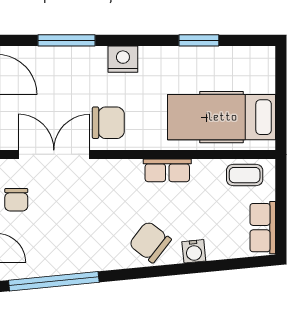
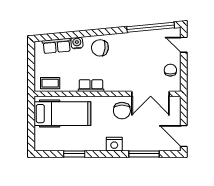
chair: (108, 123) -> (122, 111), turned -90
row of seats: (263, 228) -> (57, 46), moved, turned 85
chair: (150, 242) -> (100, 48), turned 149

